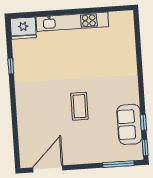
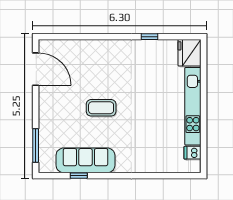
dishwasher: (115, 19) -> (193, 153), added
sofa: (129, 124) -> (85, 160), width x1.36
window: (145, 148) -> (52, 176), removed

